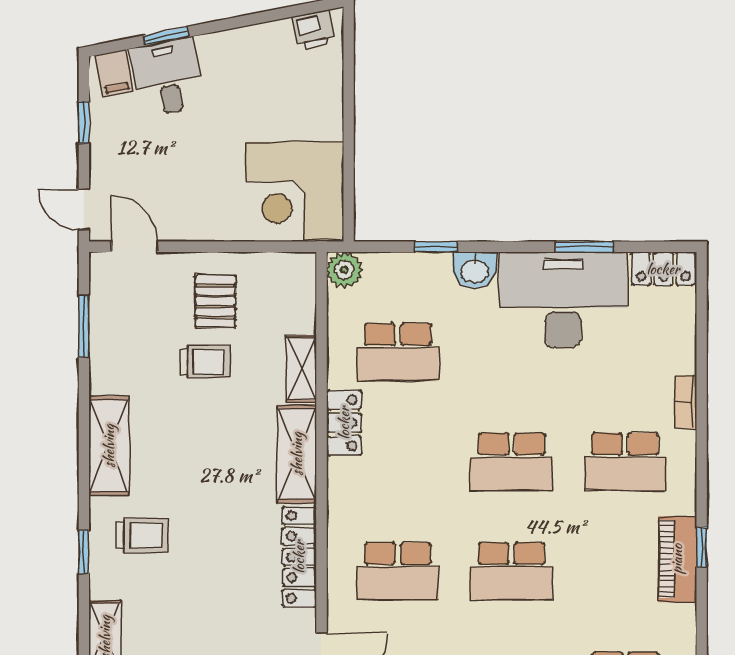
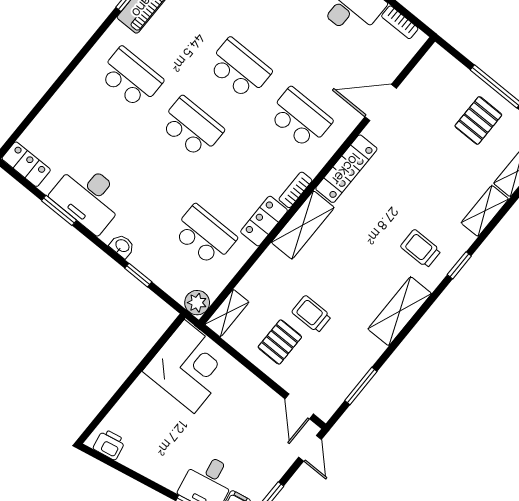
washbasin: (475, 270) -> (122, 246), width x0.72, depth x0.69
desk: (563, 300) -> (88, 197), width x0.73, depth x0.77
shelving: (301, 369) -> (227, 313), moved
bookcase: (686, 402) -> (295, 190), moved, turned 180

